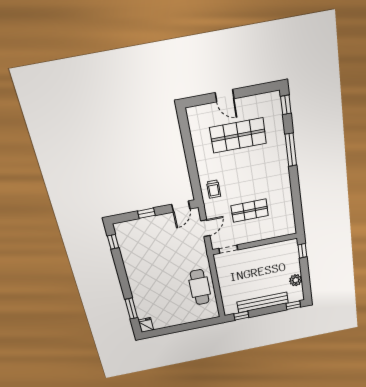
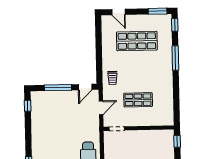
window: (261, 89) -> (158, 11), added
door: (225, 96) -> (118, 12), moved
window: (146, 213) -> (58, 88), width x2.17

